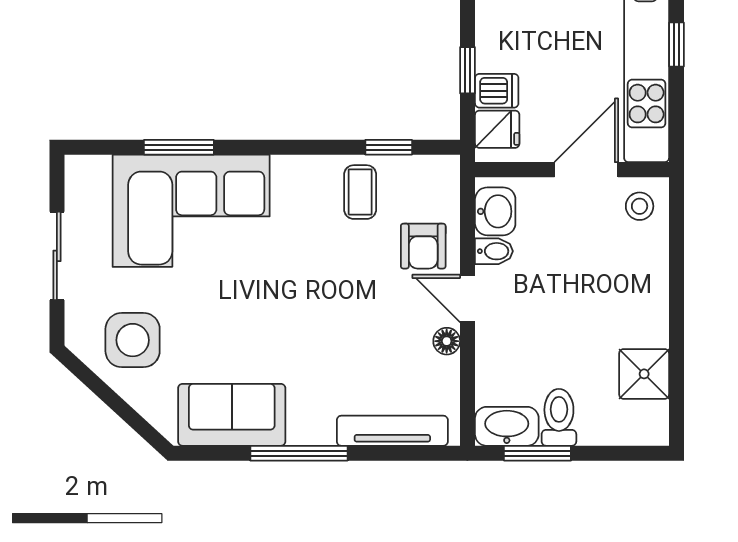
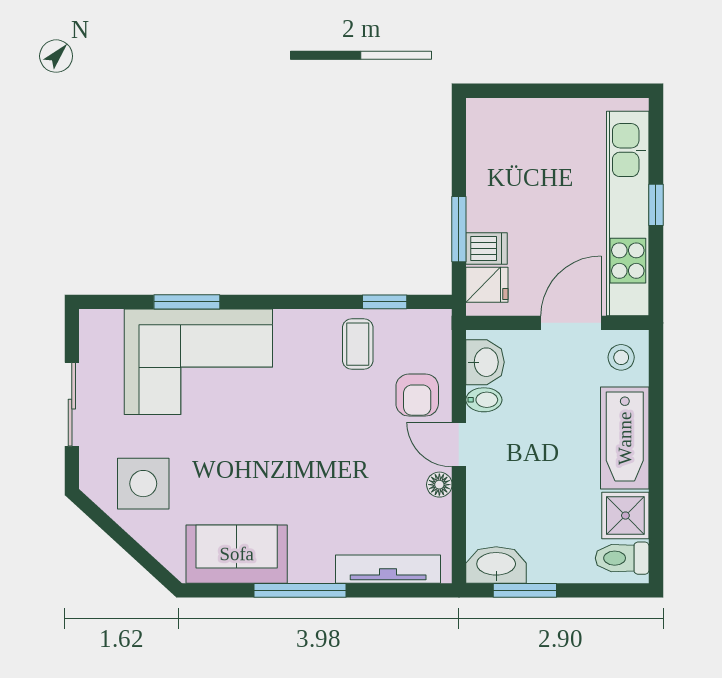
window: (467, 70) -> (459, 229), width x1.50
bathtub: (643, 292) -> (625, 438), added
toilet: (559, 417) -> (622, 558), moved, turned -90

